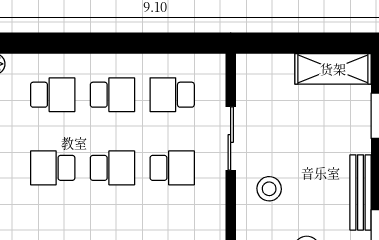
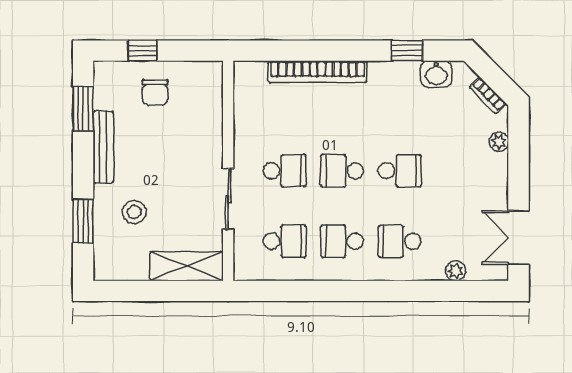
shelving: (333, 69) -> (187, 266), moved
school desk: (172, 168) -> (285, 171), turned 180
stool: (269, 189) -> (134, 212), moved

